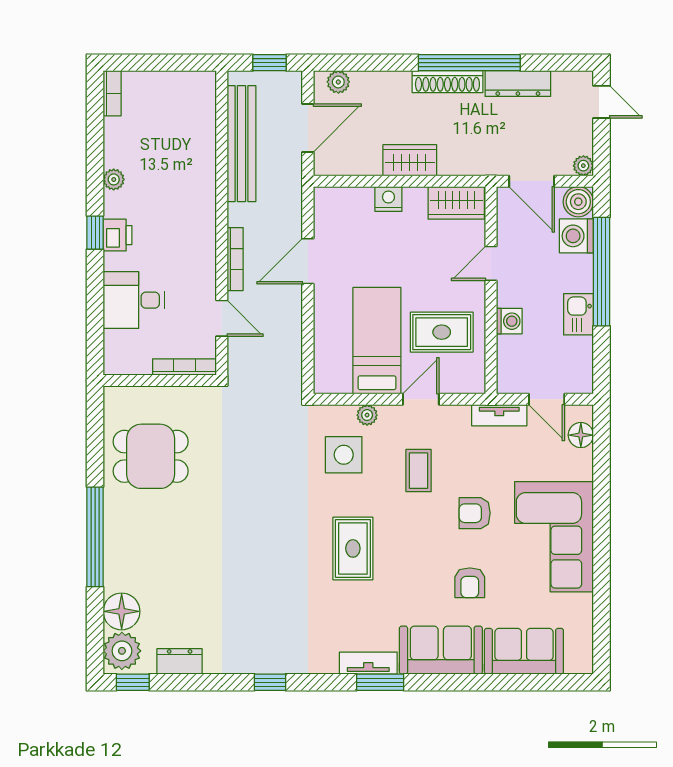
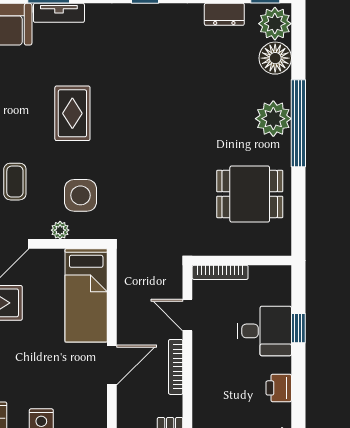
window: (95, 233) -> (298, 328), moved
bed: (377, 341) -> (86, 295), moved
plant: (124, 542) -> (273, 119), added

